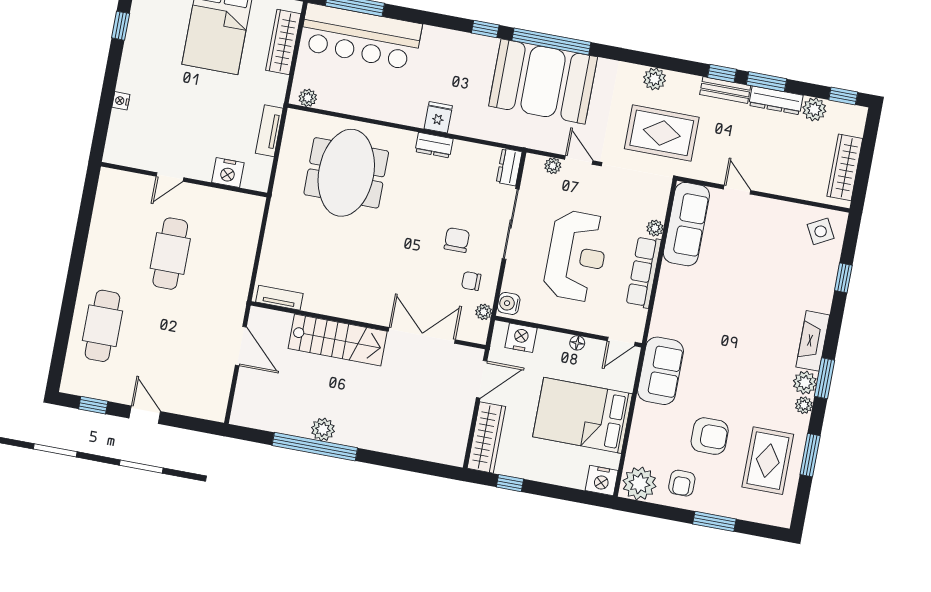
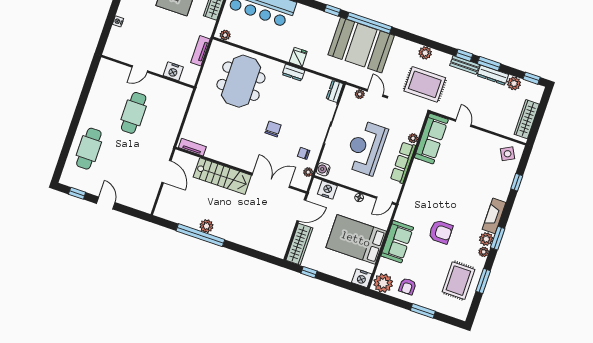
chair: (457, 240) -> (273, 129), moved
reception desk: (576, 256) -> (366, 148), turned 180
sofa: (661, 371) -> (397, 242), moved
armchair: (710, 436) -> (441, 232), moved

